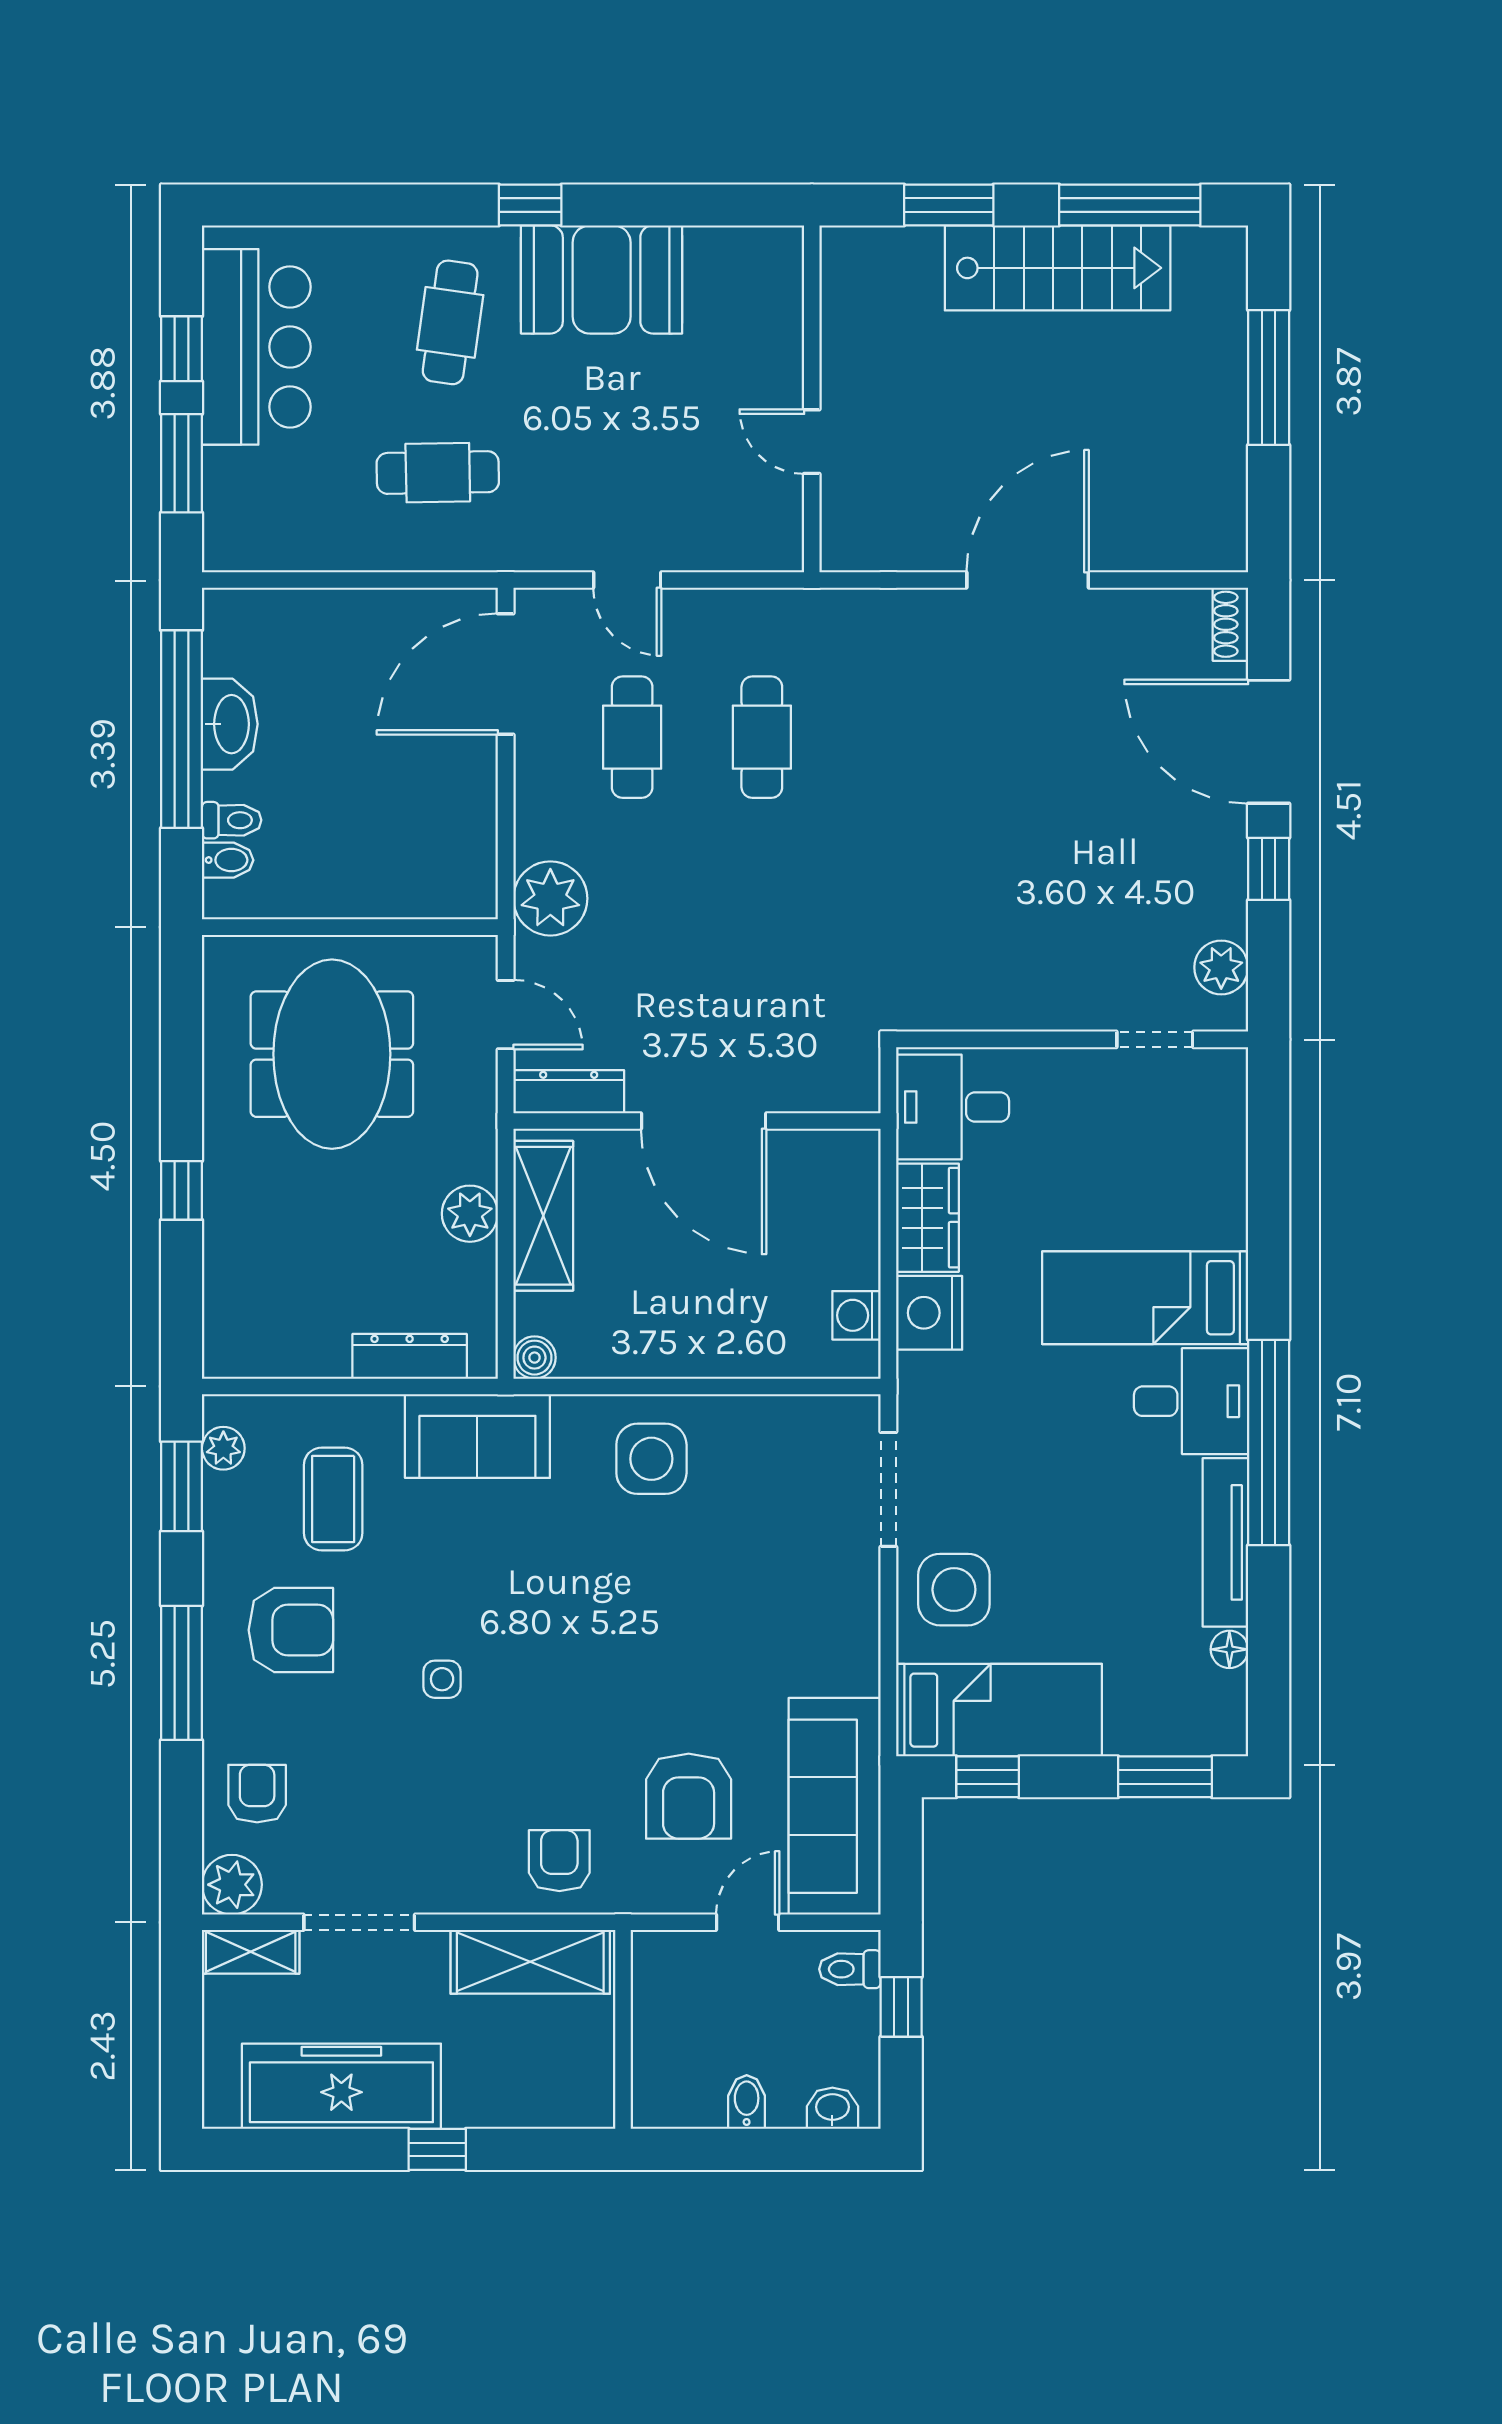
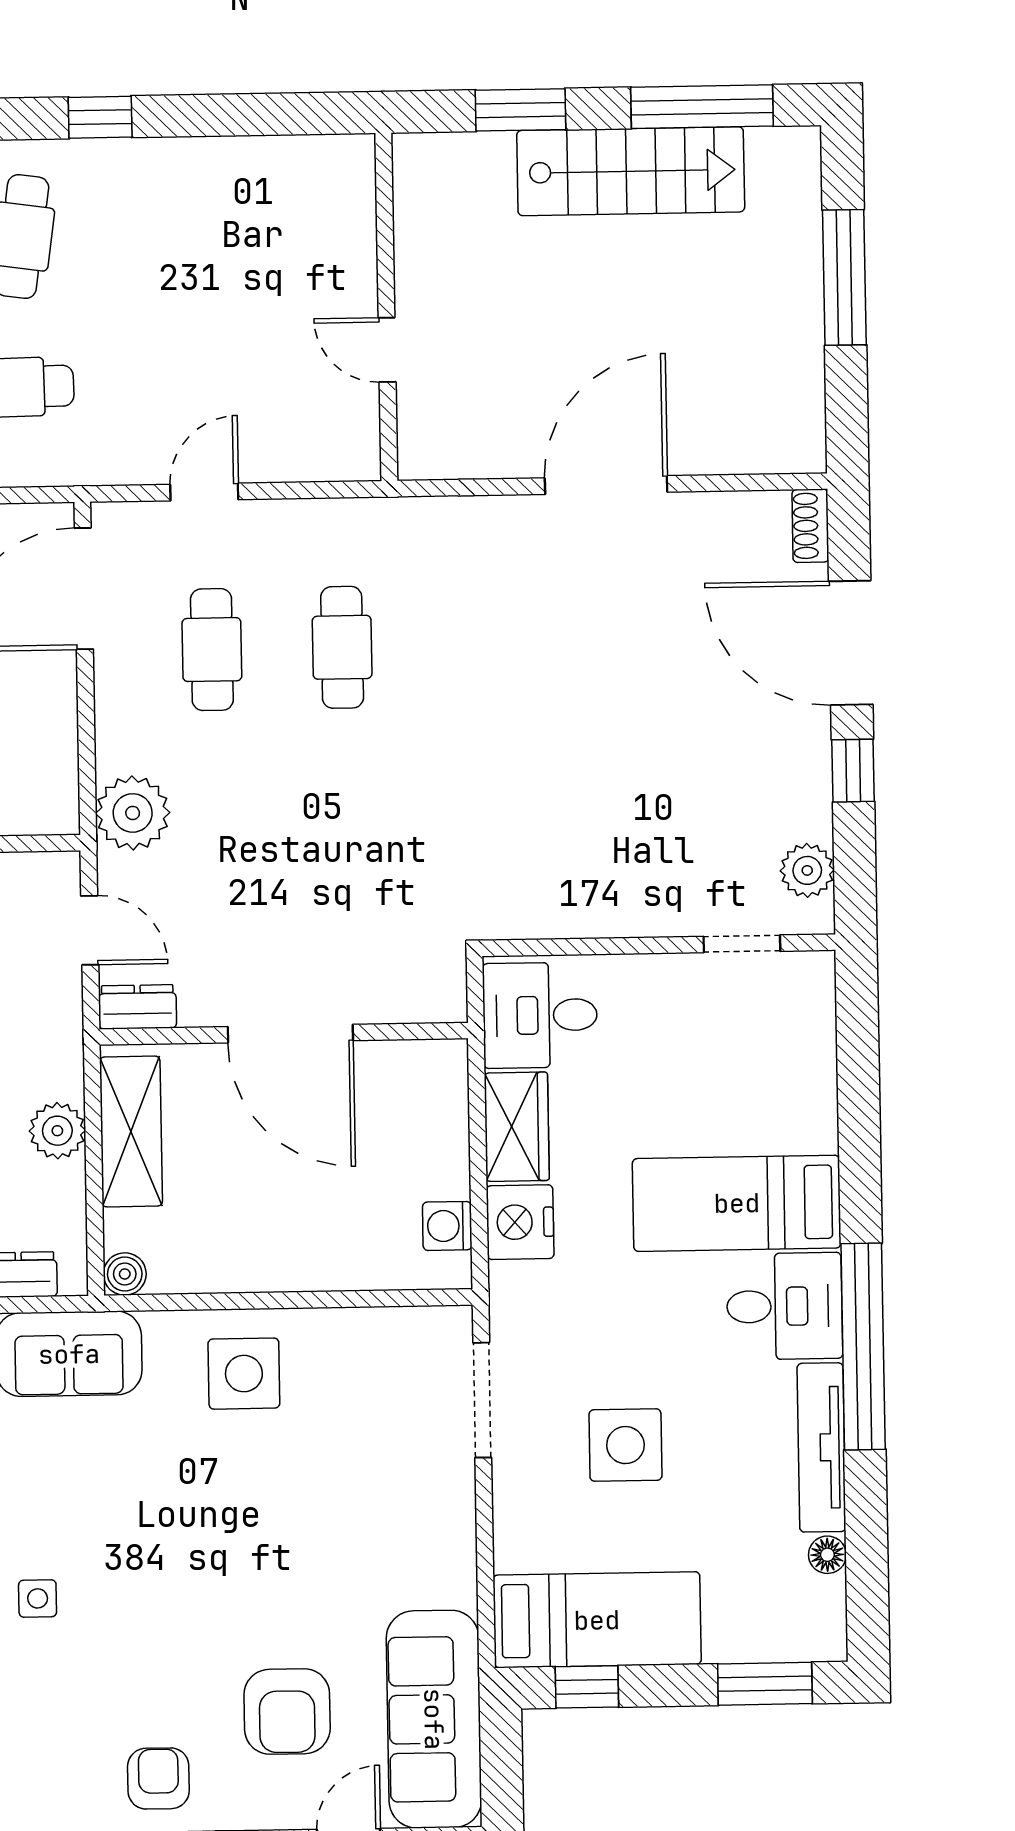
booth: (602, 279) -> (173, 191), removed
door: (627, 580) -> (204, 492), swing flipped
dresser: (569, 1092) -> (137, 1007), width x0.70
side table: (954, 1590) -> (625, 1445), moved

